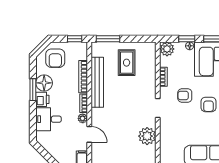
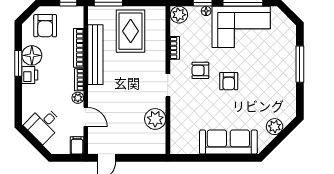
rug: (127, 63) -> (131, 31), width x1.36, depth x1.43
desk: (48, 119) -> (43, 125), moved, turned -45

